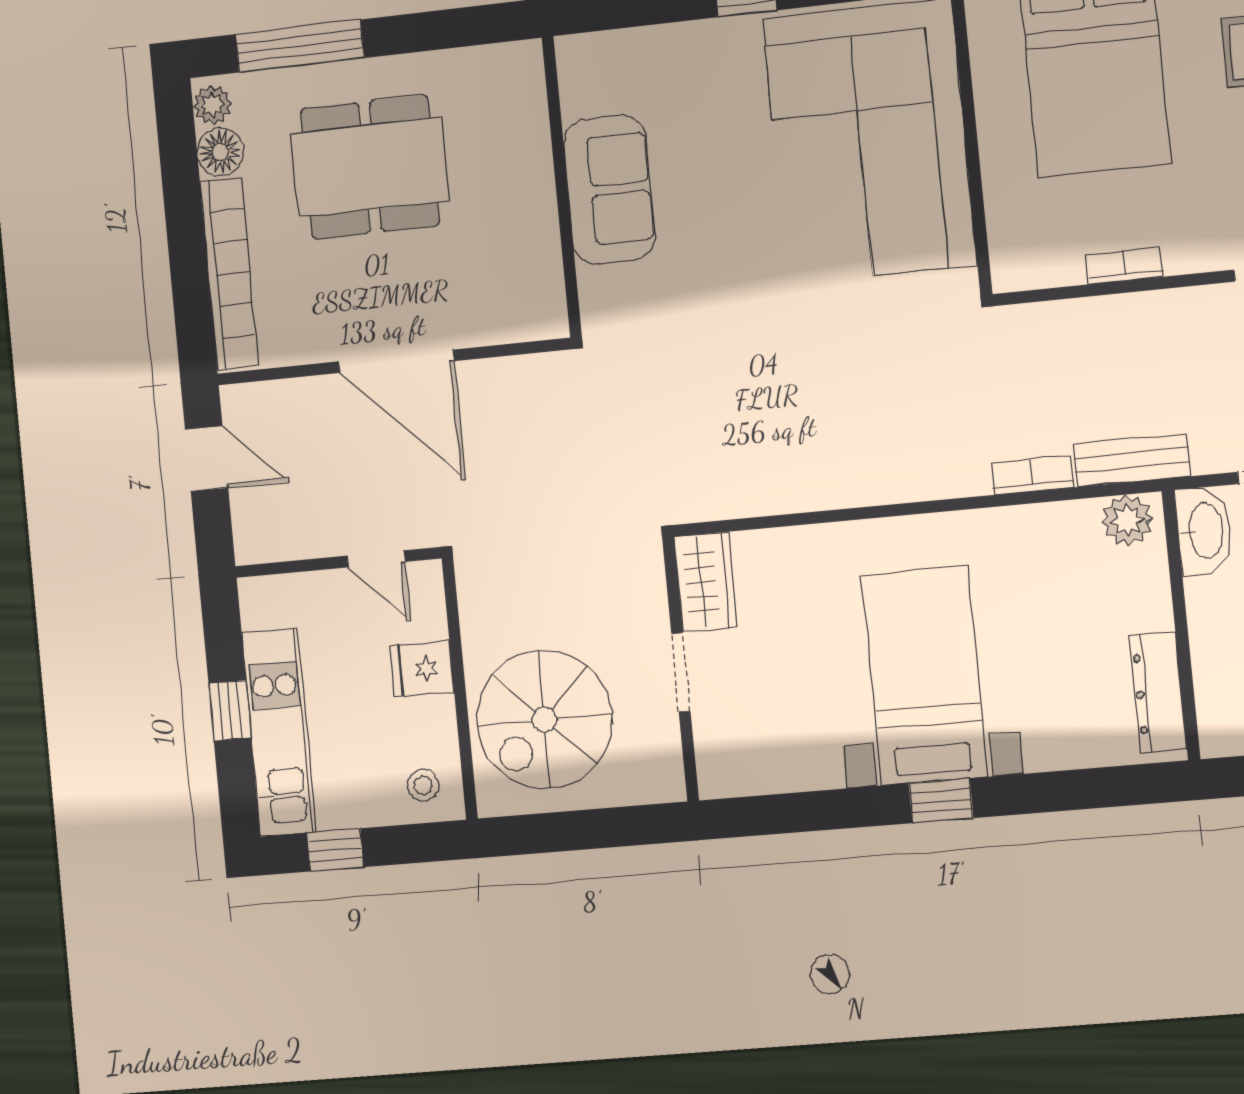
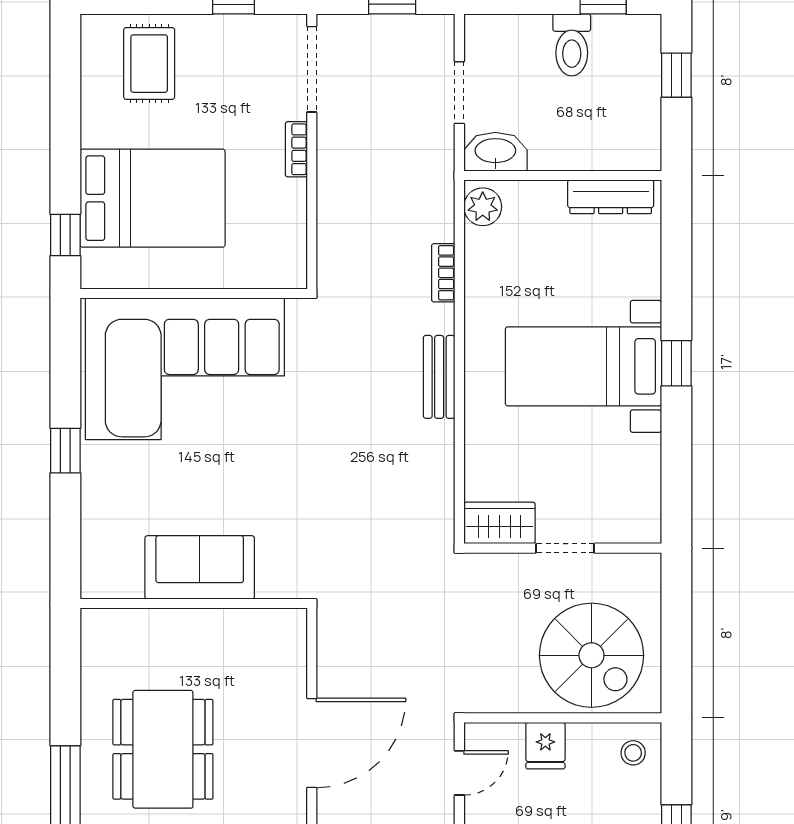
bookcase: (1124, 266) -> (296, 149), moved
bench: (1132, 460) -> (439, 377), moved

